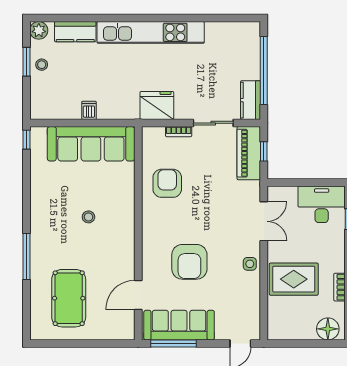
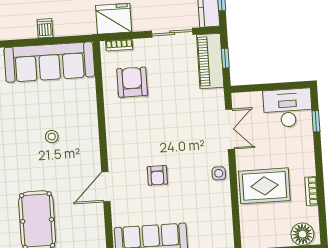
bookcase: (179, 132) -> (119, 45), moved
armchair: (167, 183) -> (132, 82), moved
armchair: (189, 262) -> (157, 175), width x0.53, depth x0.53
door: (138, 295) -> (106, 187), moved

